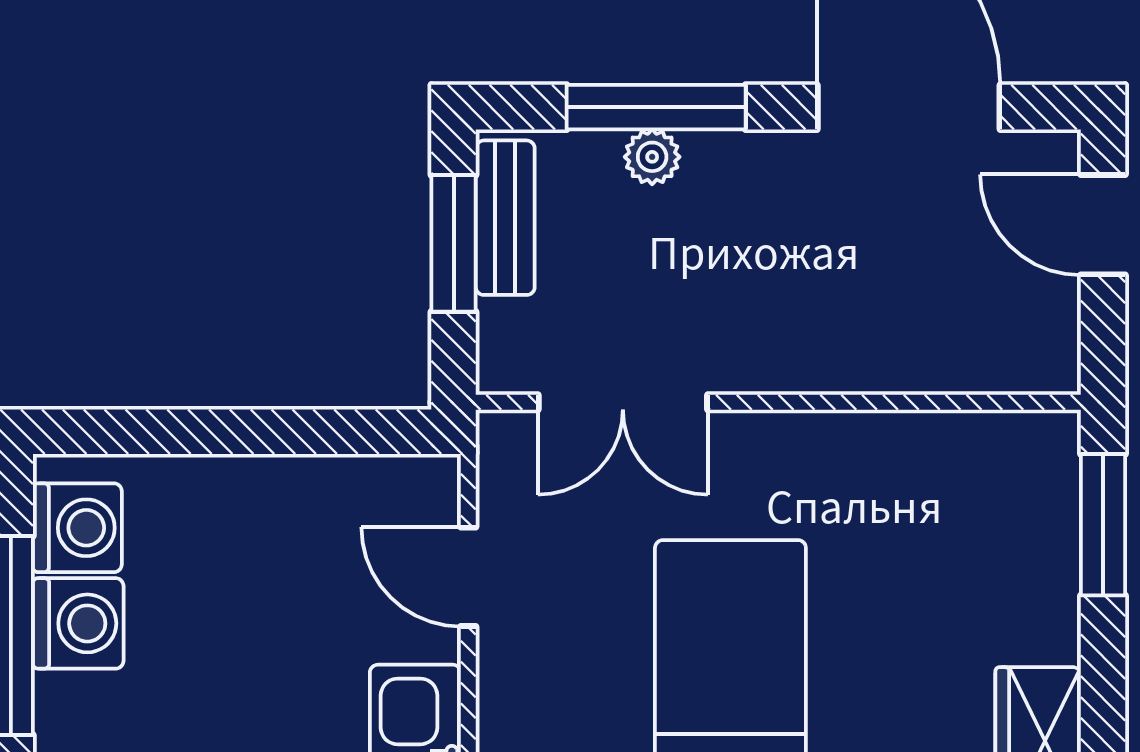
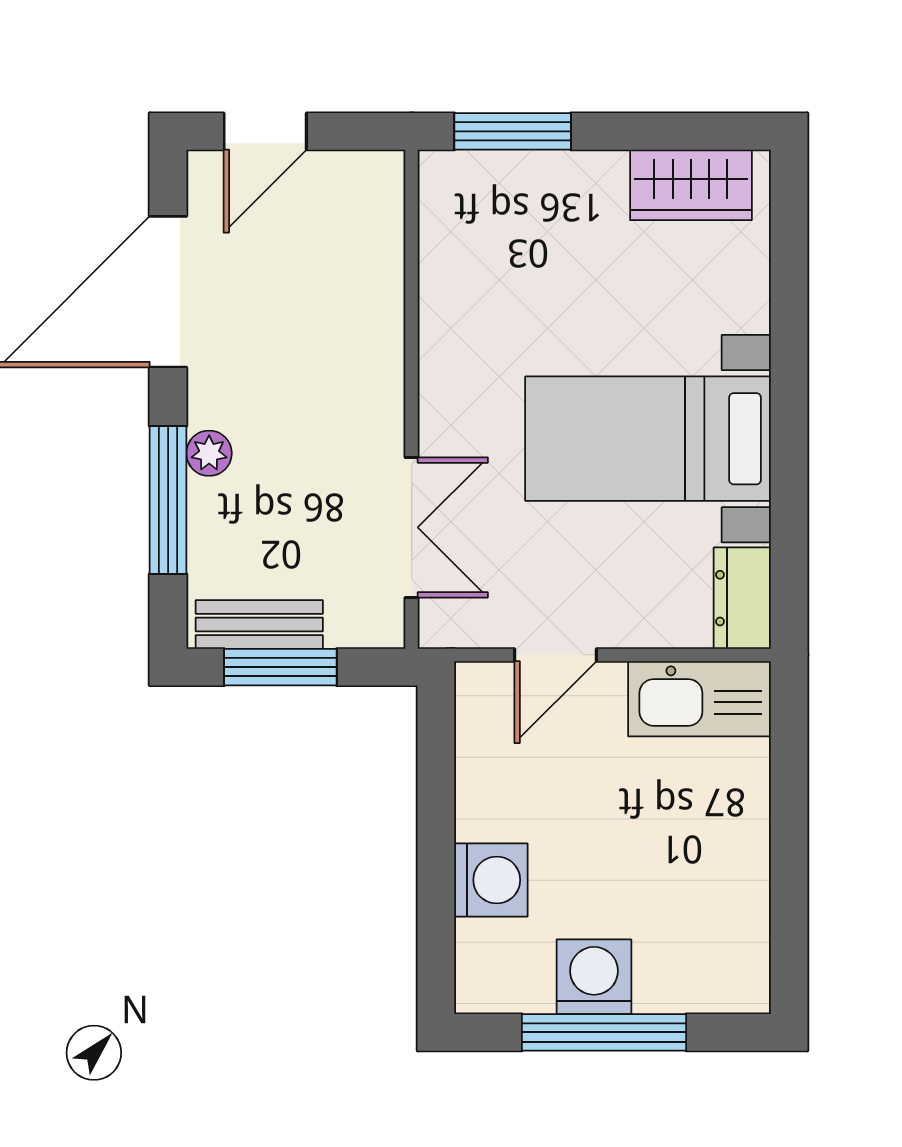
plant: (652, 157) -> (209, 453), moved
washing machine: (77, 528) -> (491, 880), moved, turned 90

